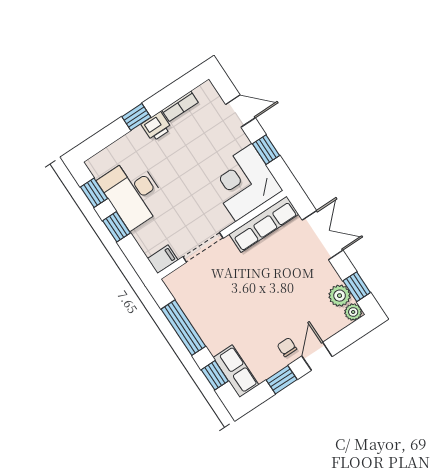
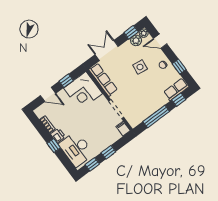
door: (240, 111) -> (48, 94), swing flipped
desk: (133, 193) -> (76, 149), moved, turned 90
side table: (285, 301) -> (140, 67), added
door: (317, 356) -> (160, 41), moved

